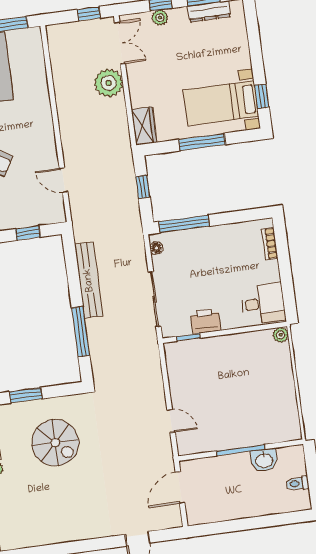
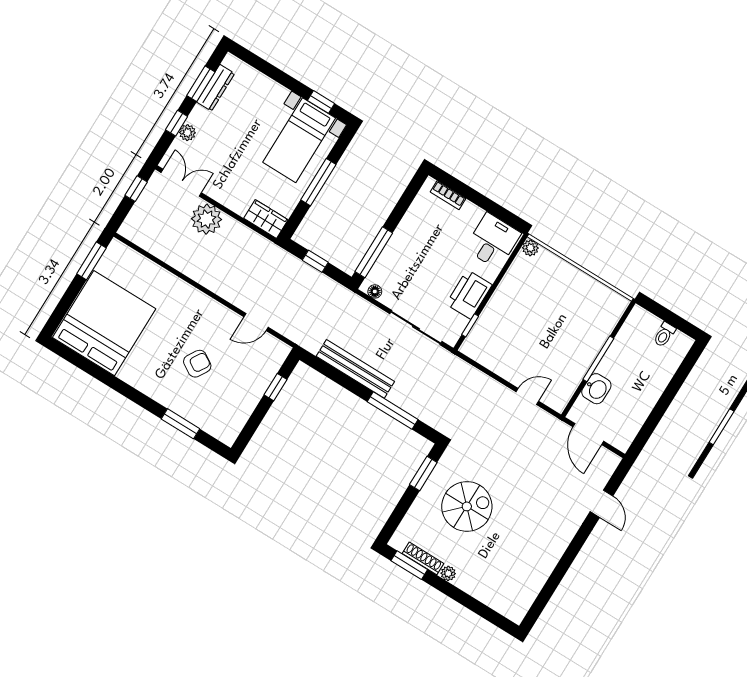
printer: (205, 321) -> (469, 294), width x1.37, depth x1.19
window: (26, 395) -> (423, 473), moved
washbasin: (264, 460) -> (596, 389), moved

